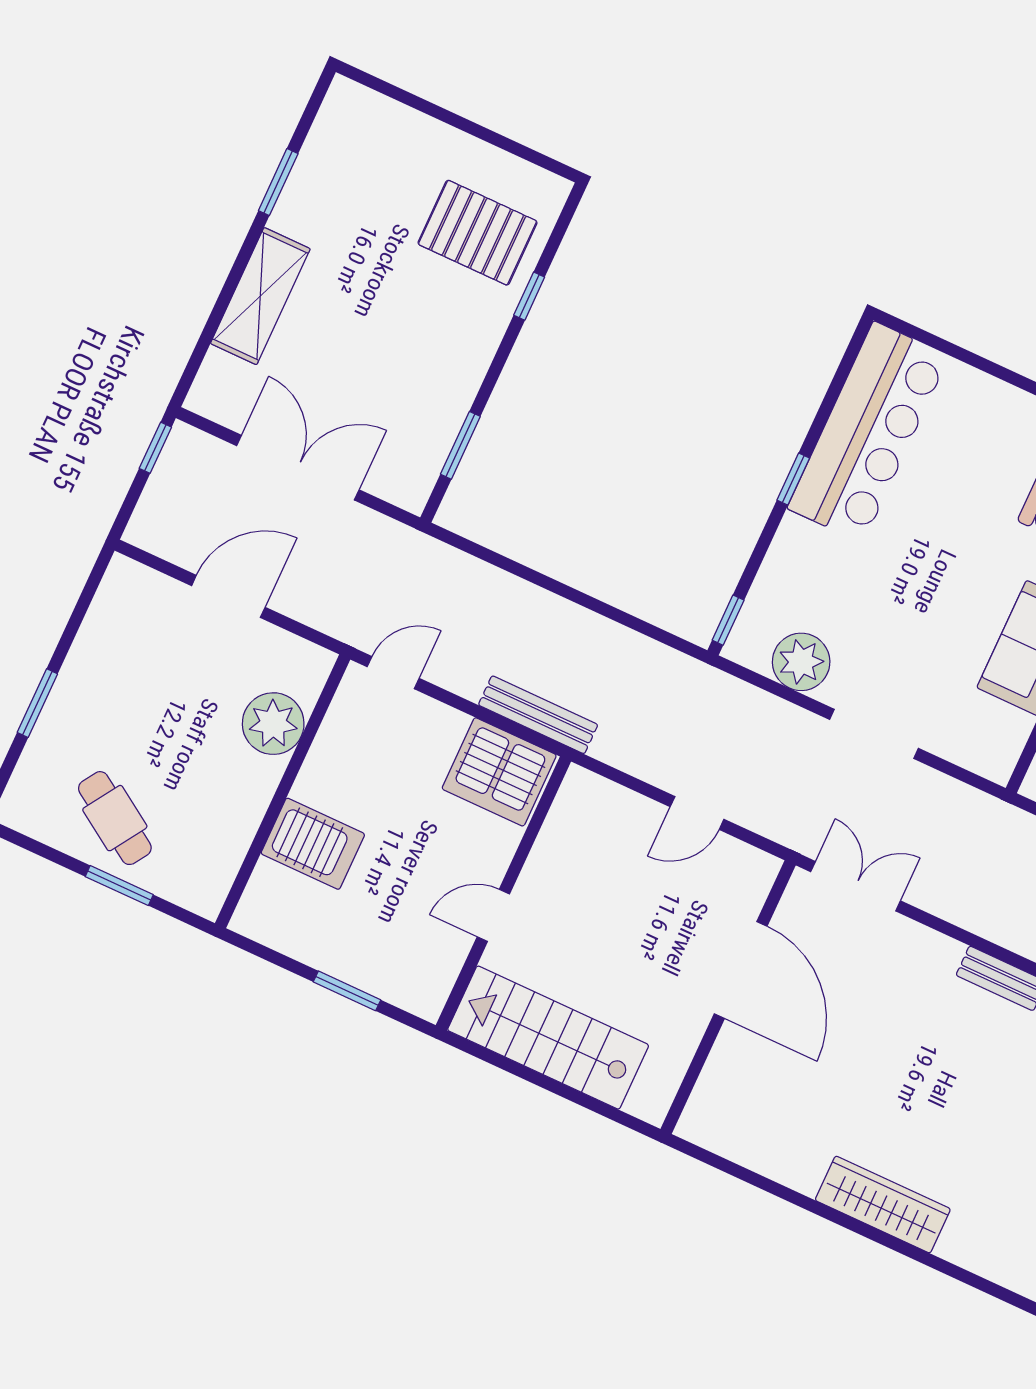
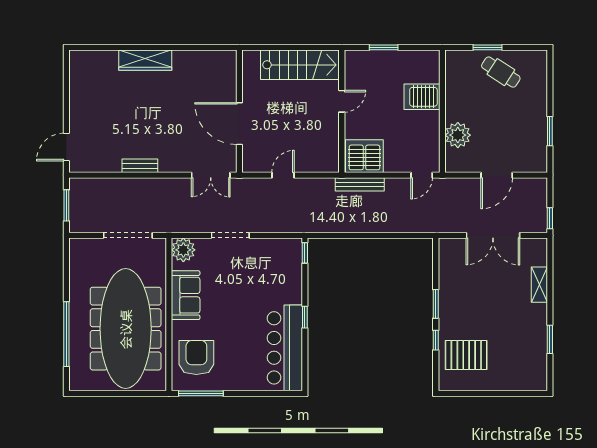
shelving: (260, 296) -> (539, 285), width x0.67, depth x0.75
window: (460, 445) -> (436, 304), moved
plant: (801, 662) -> (183, 250), moved
window: (37, 703) -> (550, 131), moved

